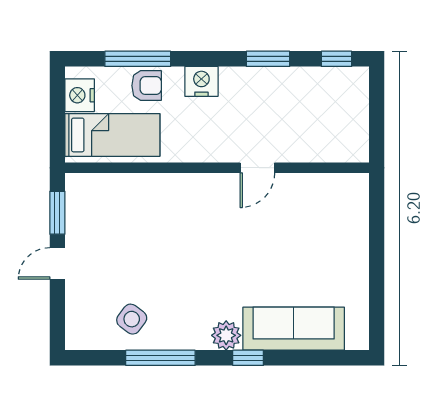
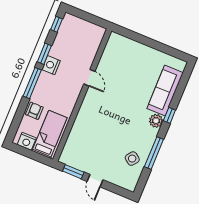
window: (138, 59) -> (32, 83), moved
nightstand: (201, 81) -> (51, 65), moved

